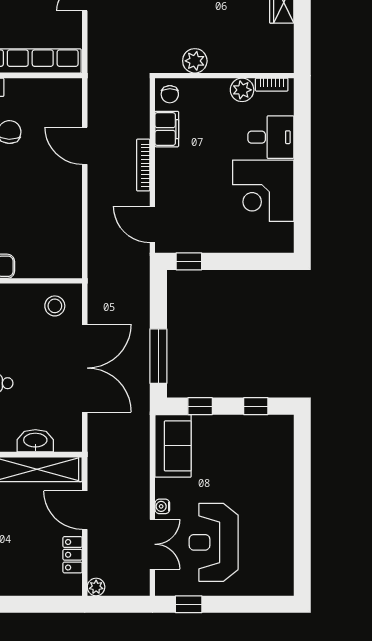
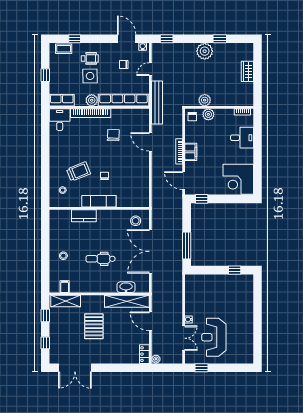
bench: (98, 66) -> (157, 103), added
plant: (242, 90) -> (208, 114), moved
filing cabinet: (167, 129) -> (191, 152), moved
corner desk: (263, 191) -> (238, 179), moved
double door: (85, 368) -> (150, 251), swing flipped
window: (200, 406) -> (207, 270), removed
sofa: (173, 446) -> (194, 290), removed
locker: (73, 555) -> (144, 354), moved

